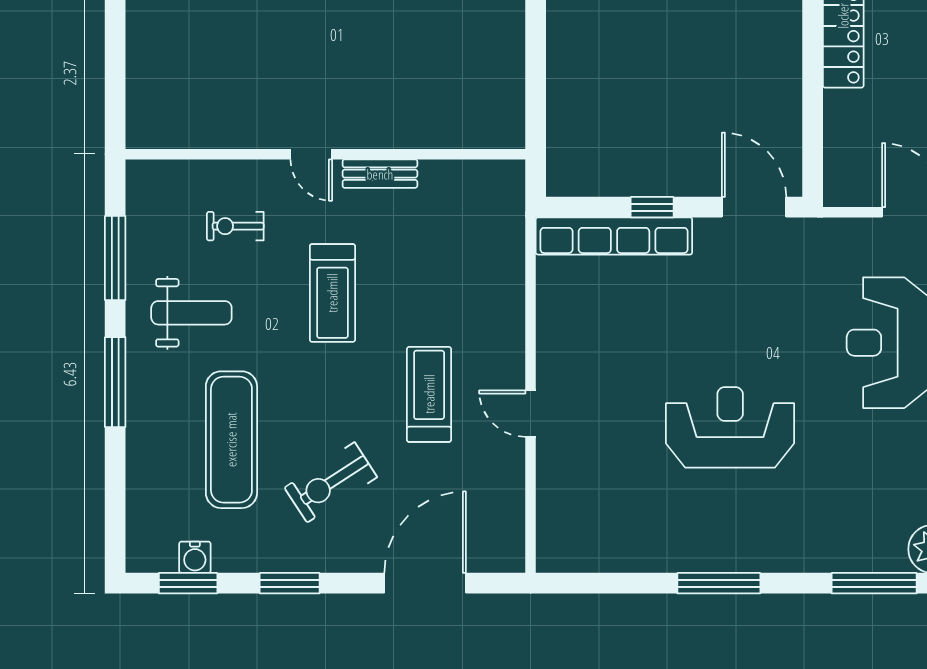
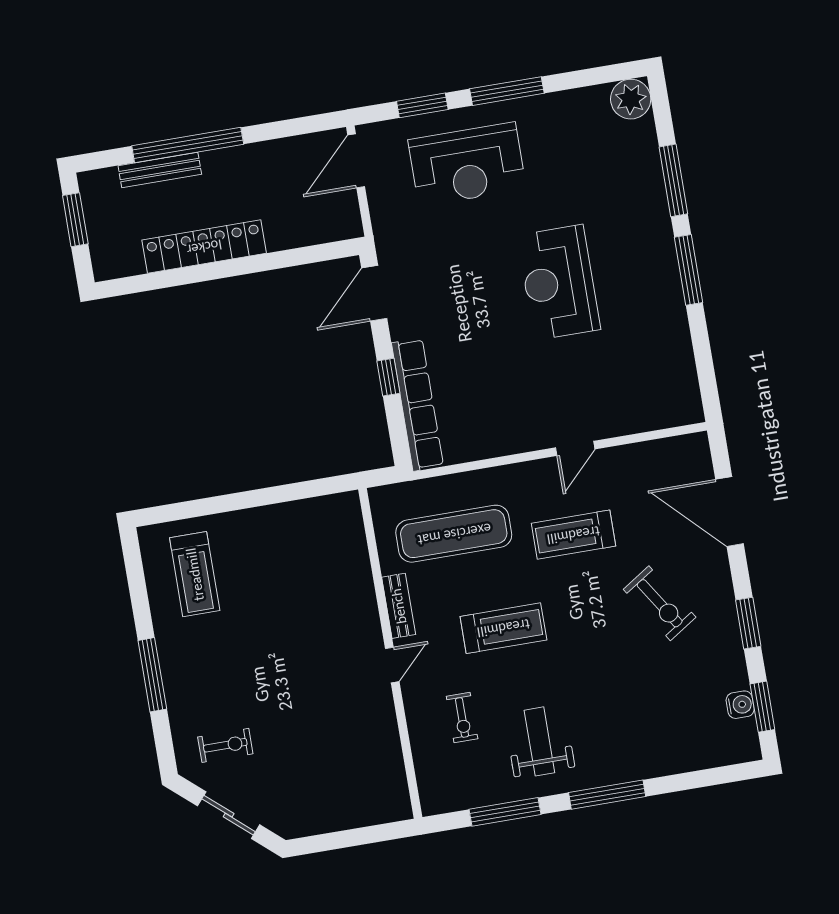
exercise mat: (231, 440) -> (454, 534), moved
window: (874, 583) -> (673, 180), moved

